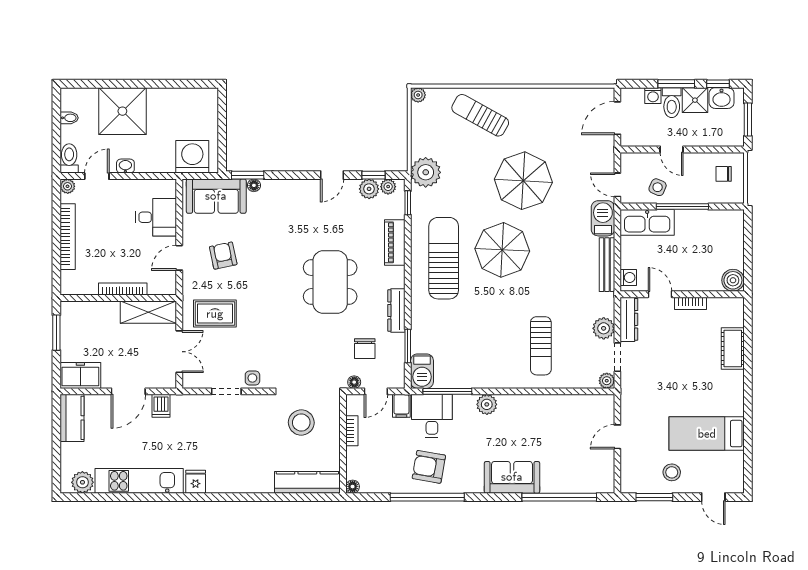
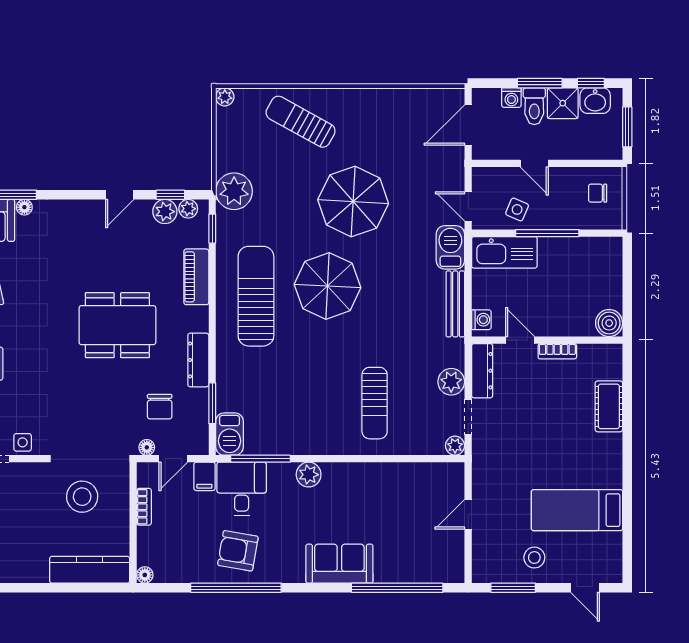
dining table: (330, 282) -> (117, 325), turned 90

